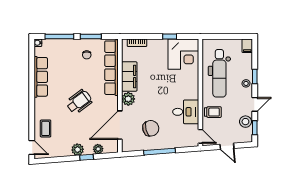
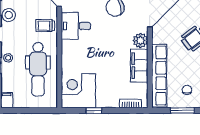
dental chair: (219, 73) -> (38, 69), turned 180

